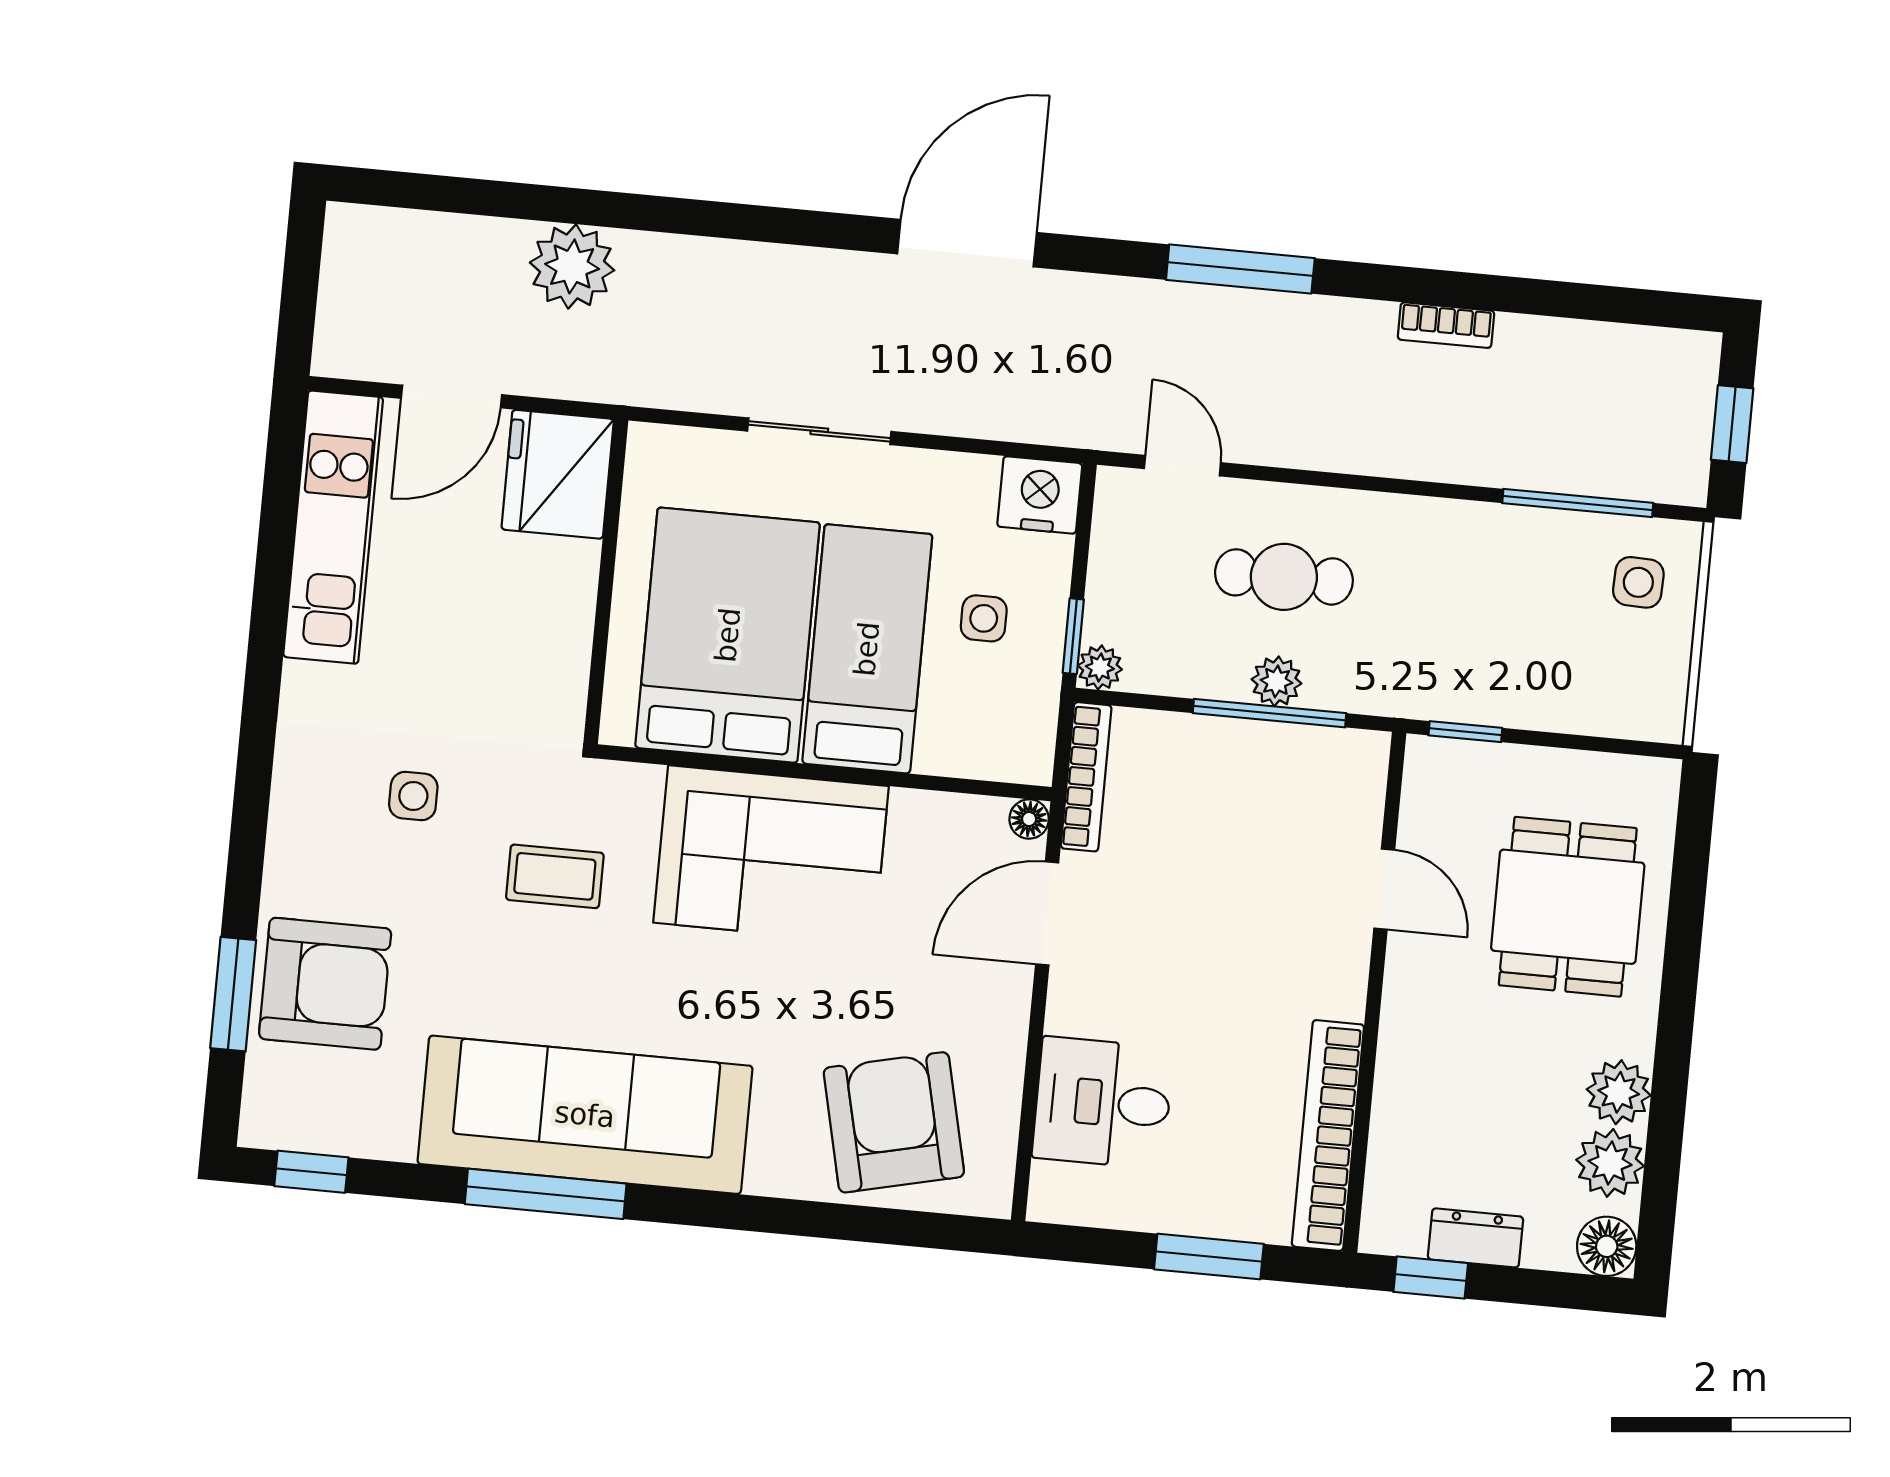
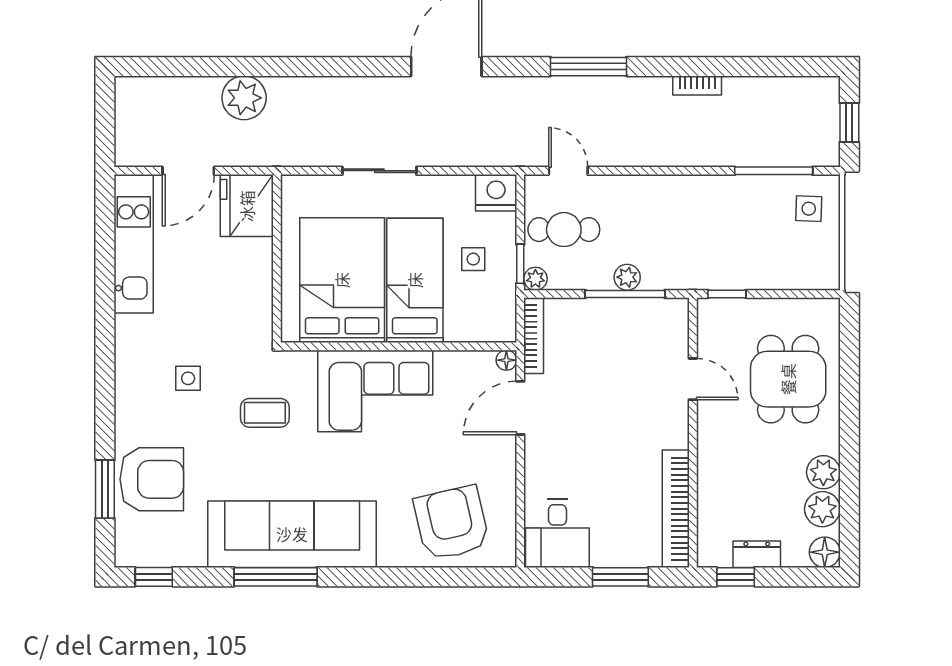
cafe table: (1284, 577) -> (564, 230), moved
desk: (1103, 1103) -> (557, 533), moved, turned -90

